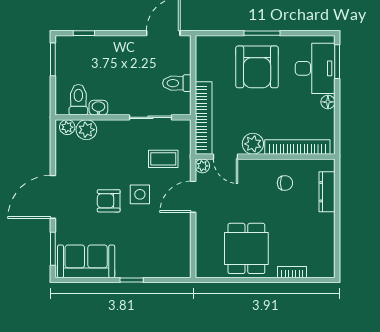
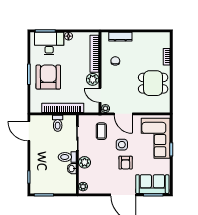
armchair: (257, 67) -> (48, 77), turned -90
toilet: (78, 100) -> (67, 157), moved
bookcase: (204, 118) -> (63, 108), moved
plant: (86, 130) -> (85, 162), moved
door: (226, 157) -> (100, 95), swing flipped
corner sofa: (151, 253) -> (156, 138), added
sofa: (86, 261) -> (152, 184), moved, turned 90

